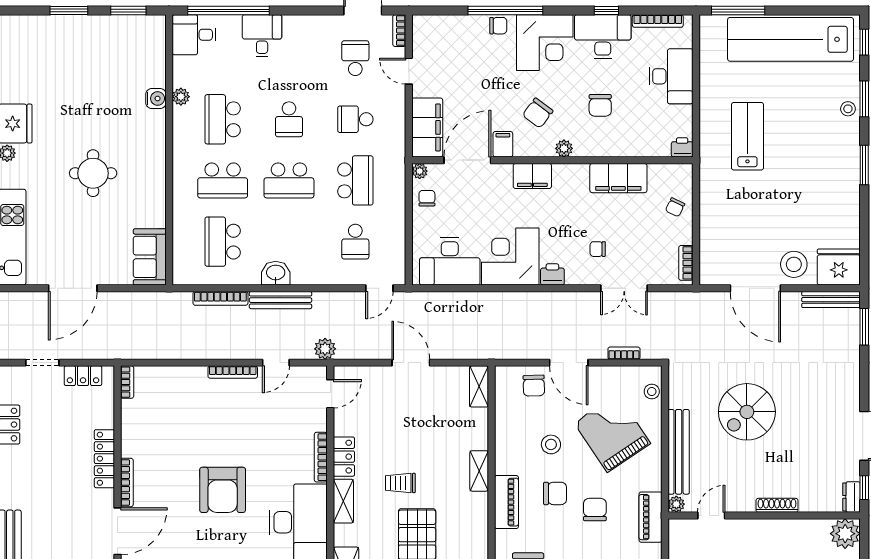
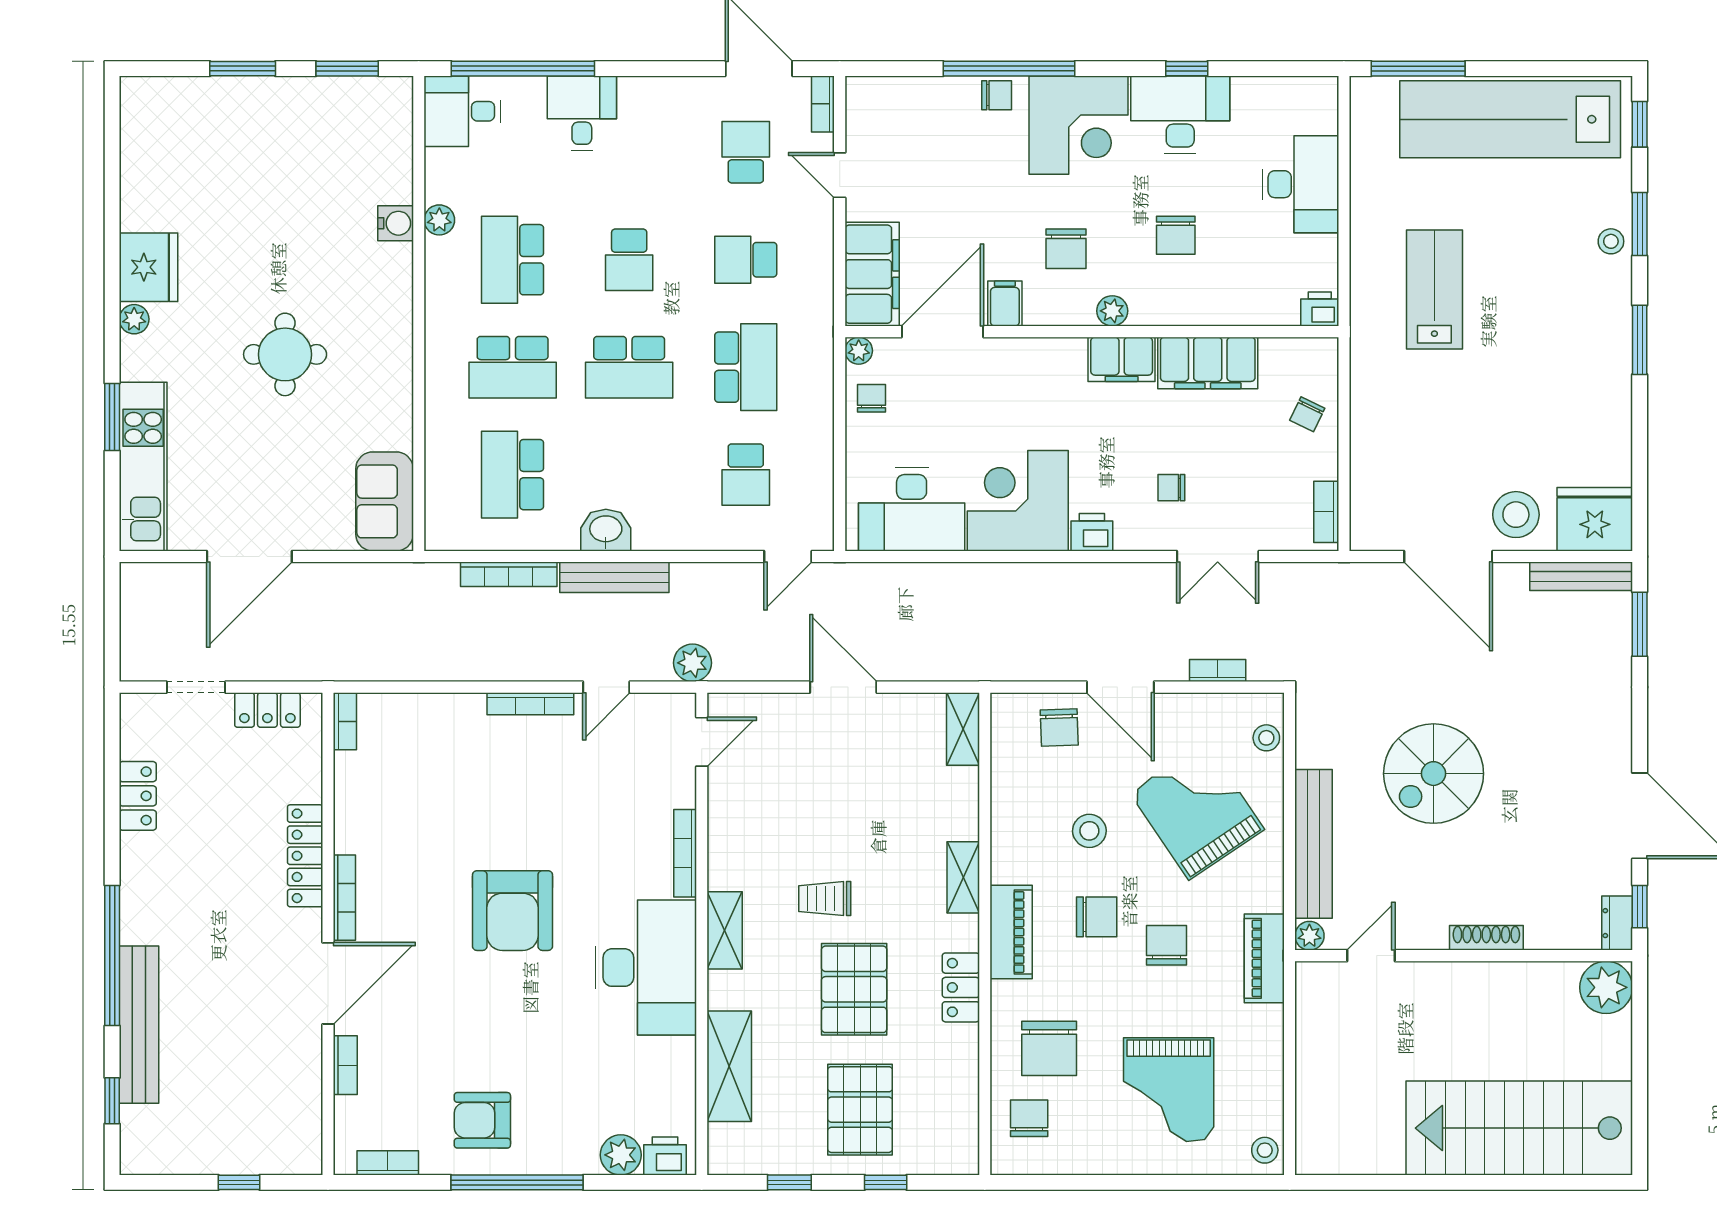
bookcase: (658, 21) -> (1277, 87), removed
chair: (538, 113) -> (1066, 249), turned -37
filing cabinet: (532, 176) -> (1122, 359), moved
locker: (344, 457) -> (961, 987), moved, turned 180

